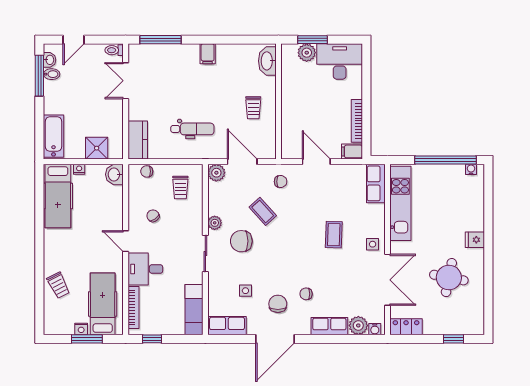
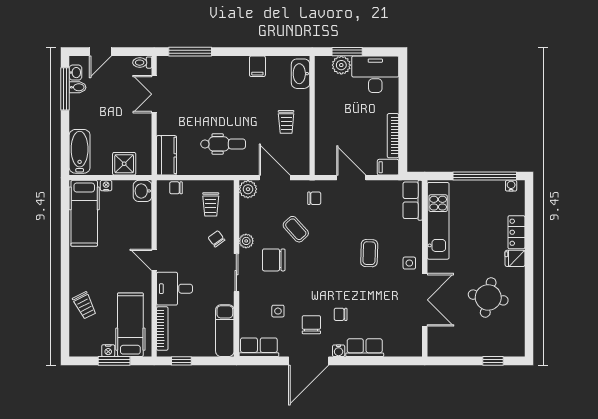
filing cabinet: (208, 54) -> (257, 66), moved
chair: (153, 216) -> (216, 239), moved
plant: (358, 325) -> (395, 347), removed
locker: (406, 327) -> (516, 232), moved, turned -90
water cooler: (375, 329) -> (339, 351), moved

